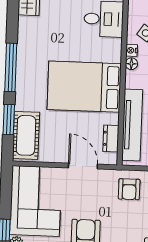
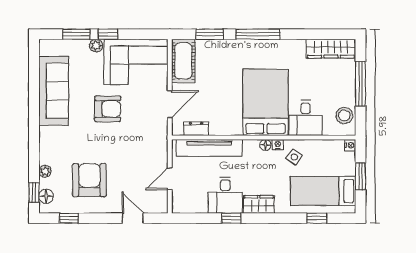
bed: (84, 87) -> (265, 102), moved
cot: (26, 135) -> (183, 61), moved, turned 90
armchair: (129, 189) -> (150, 147), removed

